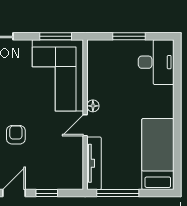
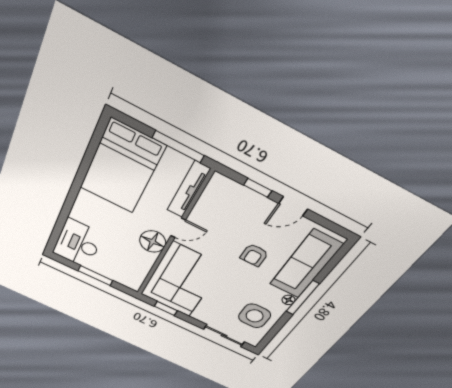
window: (56, 36) -> (166, 308), width x0.67
floor lamp: (93, 106) -> (153, 242), width x1.89, depth x1.89
bed: (158, 154) -> (122, 167), width x1.50

